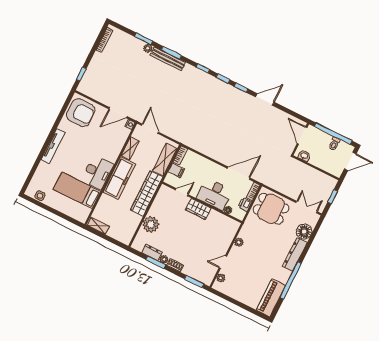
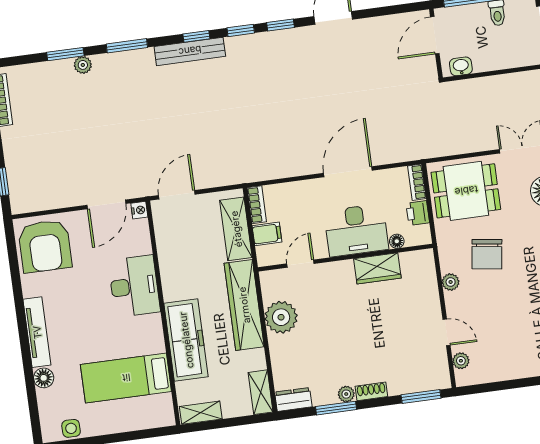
bench: (168, 59) -> (190, 51), moved
armchair: (81, 113) -> (45, 246), turned 90
door: (150, 129) -> (177, 195), hinge flipped
door: (302, 135) -> (435, 35), hinge flipped
shelving: (130, 148) -> (261, 392), moved
floor lamp: (43, 167) -> (44, 378), added
desk: (98, 172) -> (134, 286), moved
door: (239, 173) -> (348, 172), moved
freezer: (119, 178) -> (186, 340), moved
wardrobe: (198, 209) -> (377, 268), moved
plant: (151, 224) -> (281, 317), moved
chair: (262, 241) -> (487, 254), added
dresser: (152, 252) -> (293, 399), moved
door: (223, 262) -> (446, 332), swing flipped

